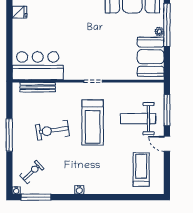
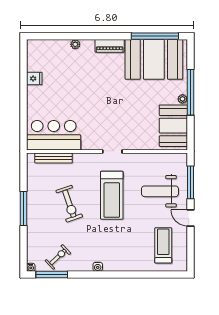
exercise bike: (52, 130) -> (69, 204), turned -101
exercise bike: (32, 172) -> (58, 257), moved

